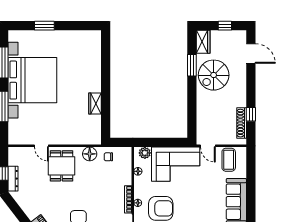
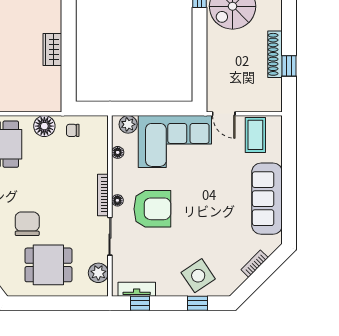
shoe rack: (242, 123) -> (275, 54), moved

